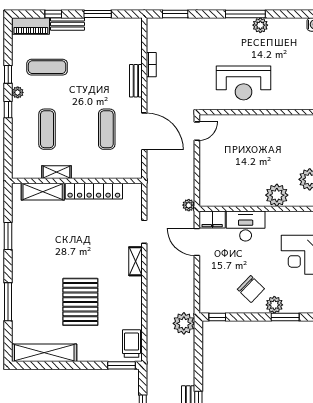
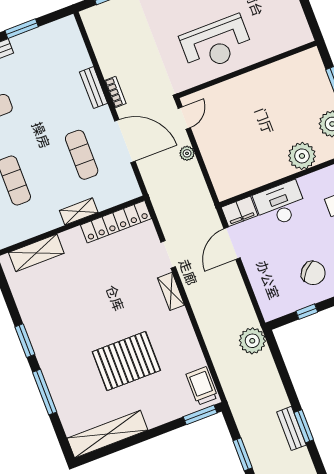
bookcase: (151, 65) -> (115, 92), moved
shelving: (56, 172) -> (79, 211), moved
locker: (94, 191) -> (116, 222), moved
plant: (189, 205) -> (187, 153), moved
window: (8, 236) -> (25, 341), moved
door: (197, 242) -> (232, 243), hinge flipped
pallet: (80, 302) -> (126, 361), turned 90
window: (217, 317) -> (307, 312), moved

